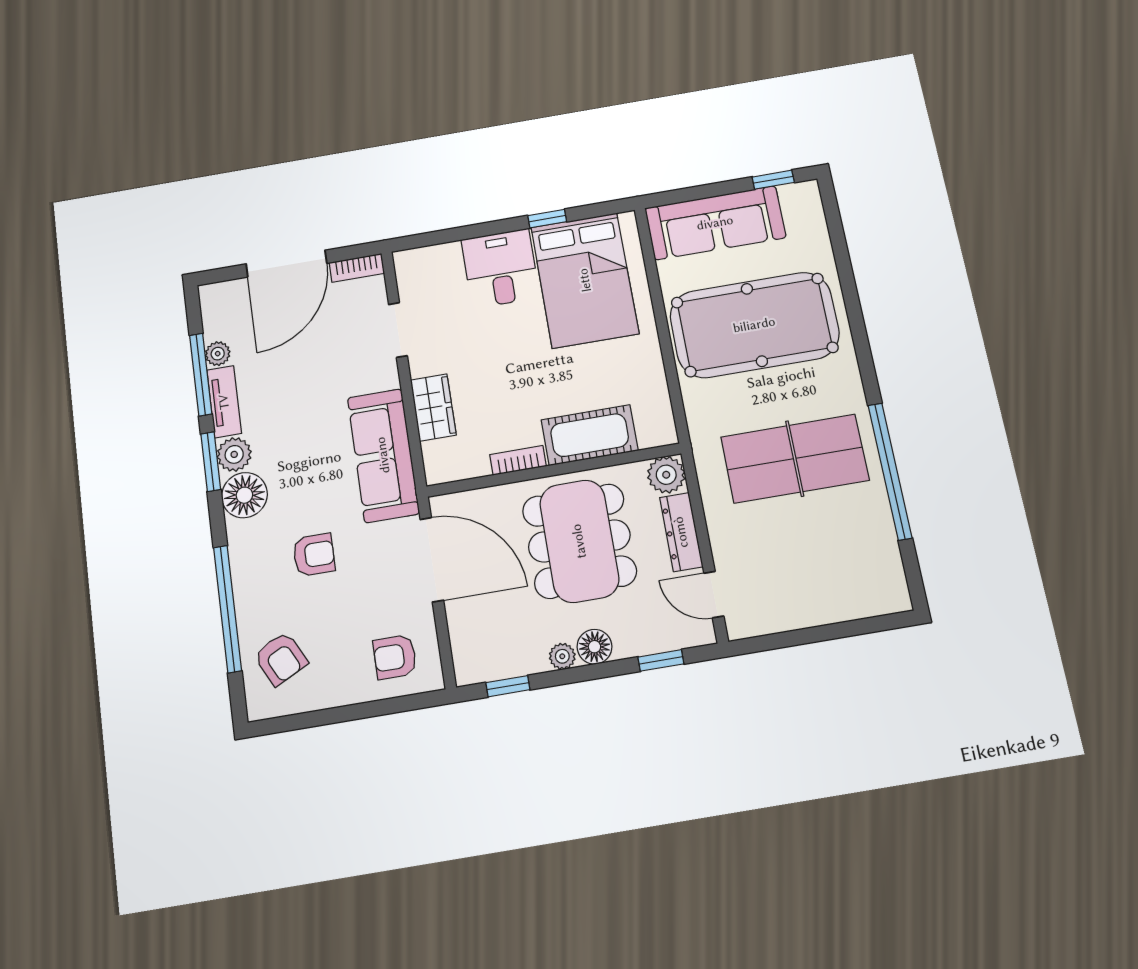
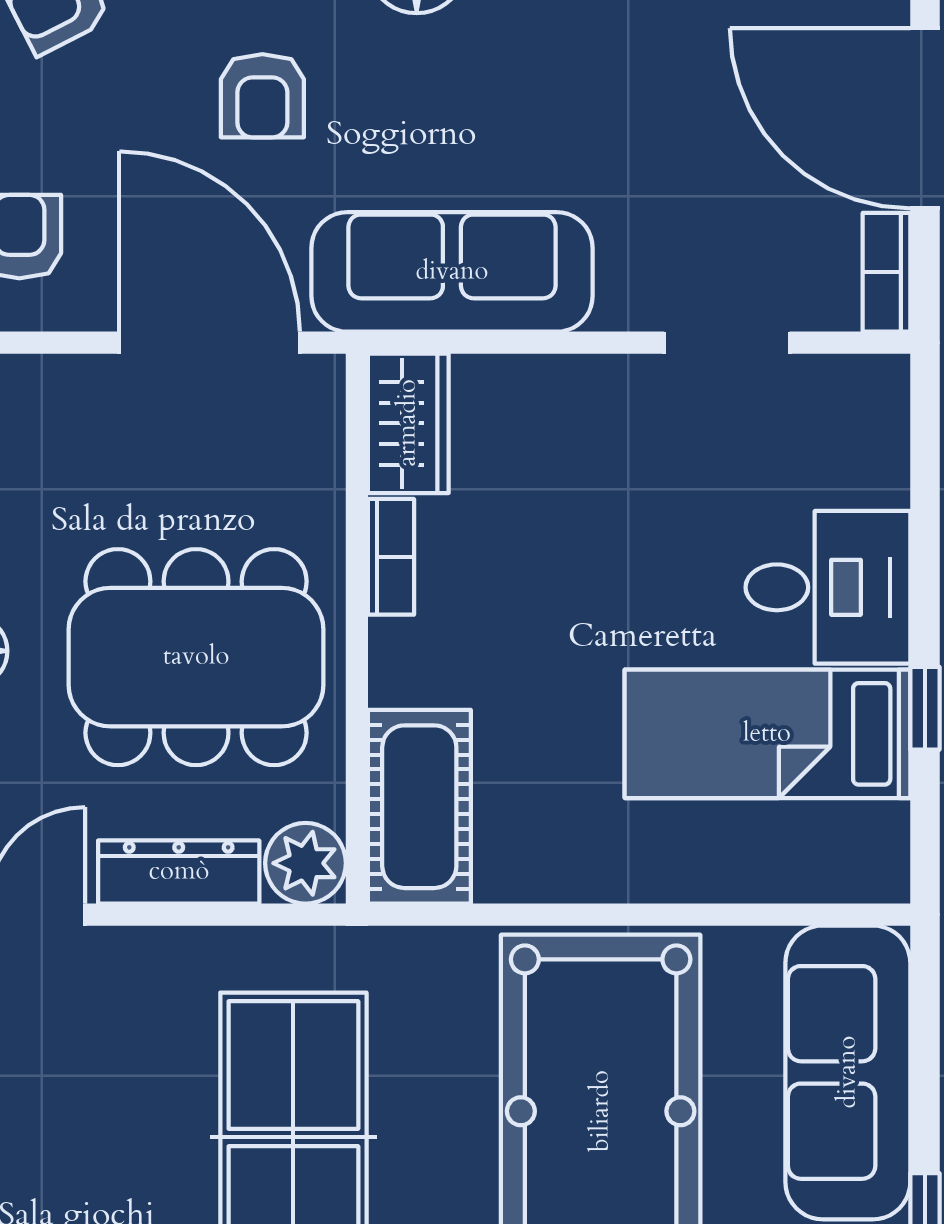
bed: (585, 280) -> (767, 734), width x0.67
wardrobe: (433, 407) -> (408, 423), moved, turned -90
cot: (590, 435) -> (419, 807), moved
door: (432, 560) -> (210, 343), swing flipped

